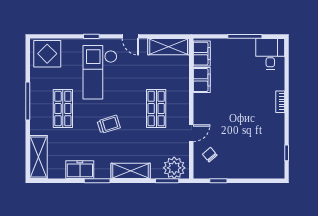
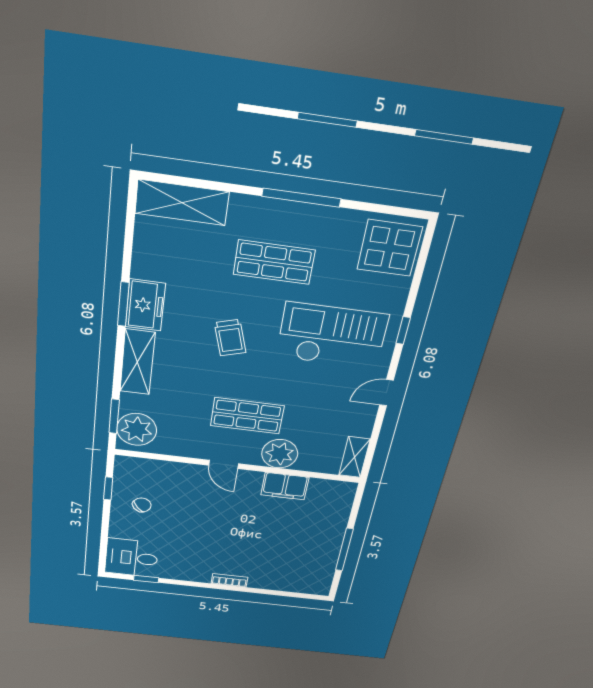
shelving: (169, 47) -> (354, 457), width x0.67, depth x0.75
filing cabinet: (202, 54) -> (330, 491), removed
desk: (270, 54) -> (132, 558), moved, turned 180
plant: (179, 87) -> (280, 454), added
door: (191, 133) -> (224, 464), moved
chair: (210, 155) -> (142, 505), moved
freezer: (80, 170) -> (145, 305), moved

